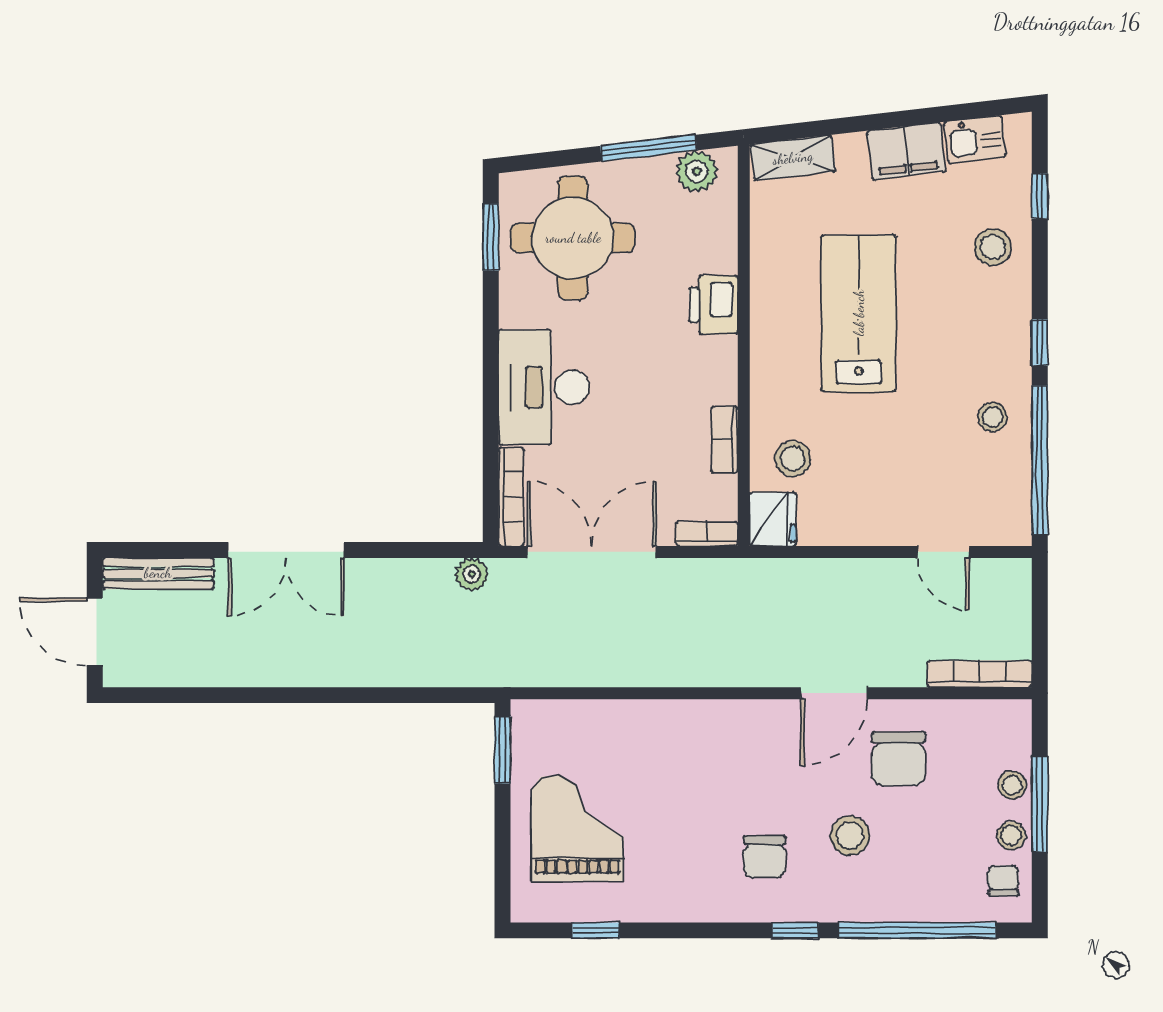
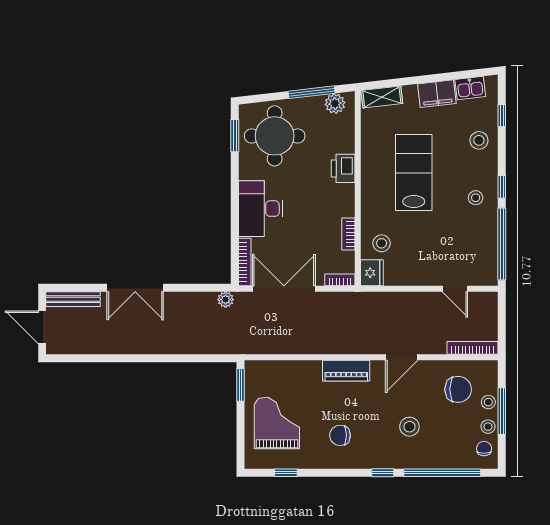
stool: (993, 417) -> (476, 198), moved
piano: (720, 721) -> (346, 371), added
chair: (899, 759) -> (458, 389), moved, turned -90
chair: (765, 857) -> (340, 435), moved, turned 90

